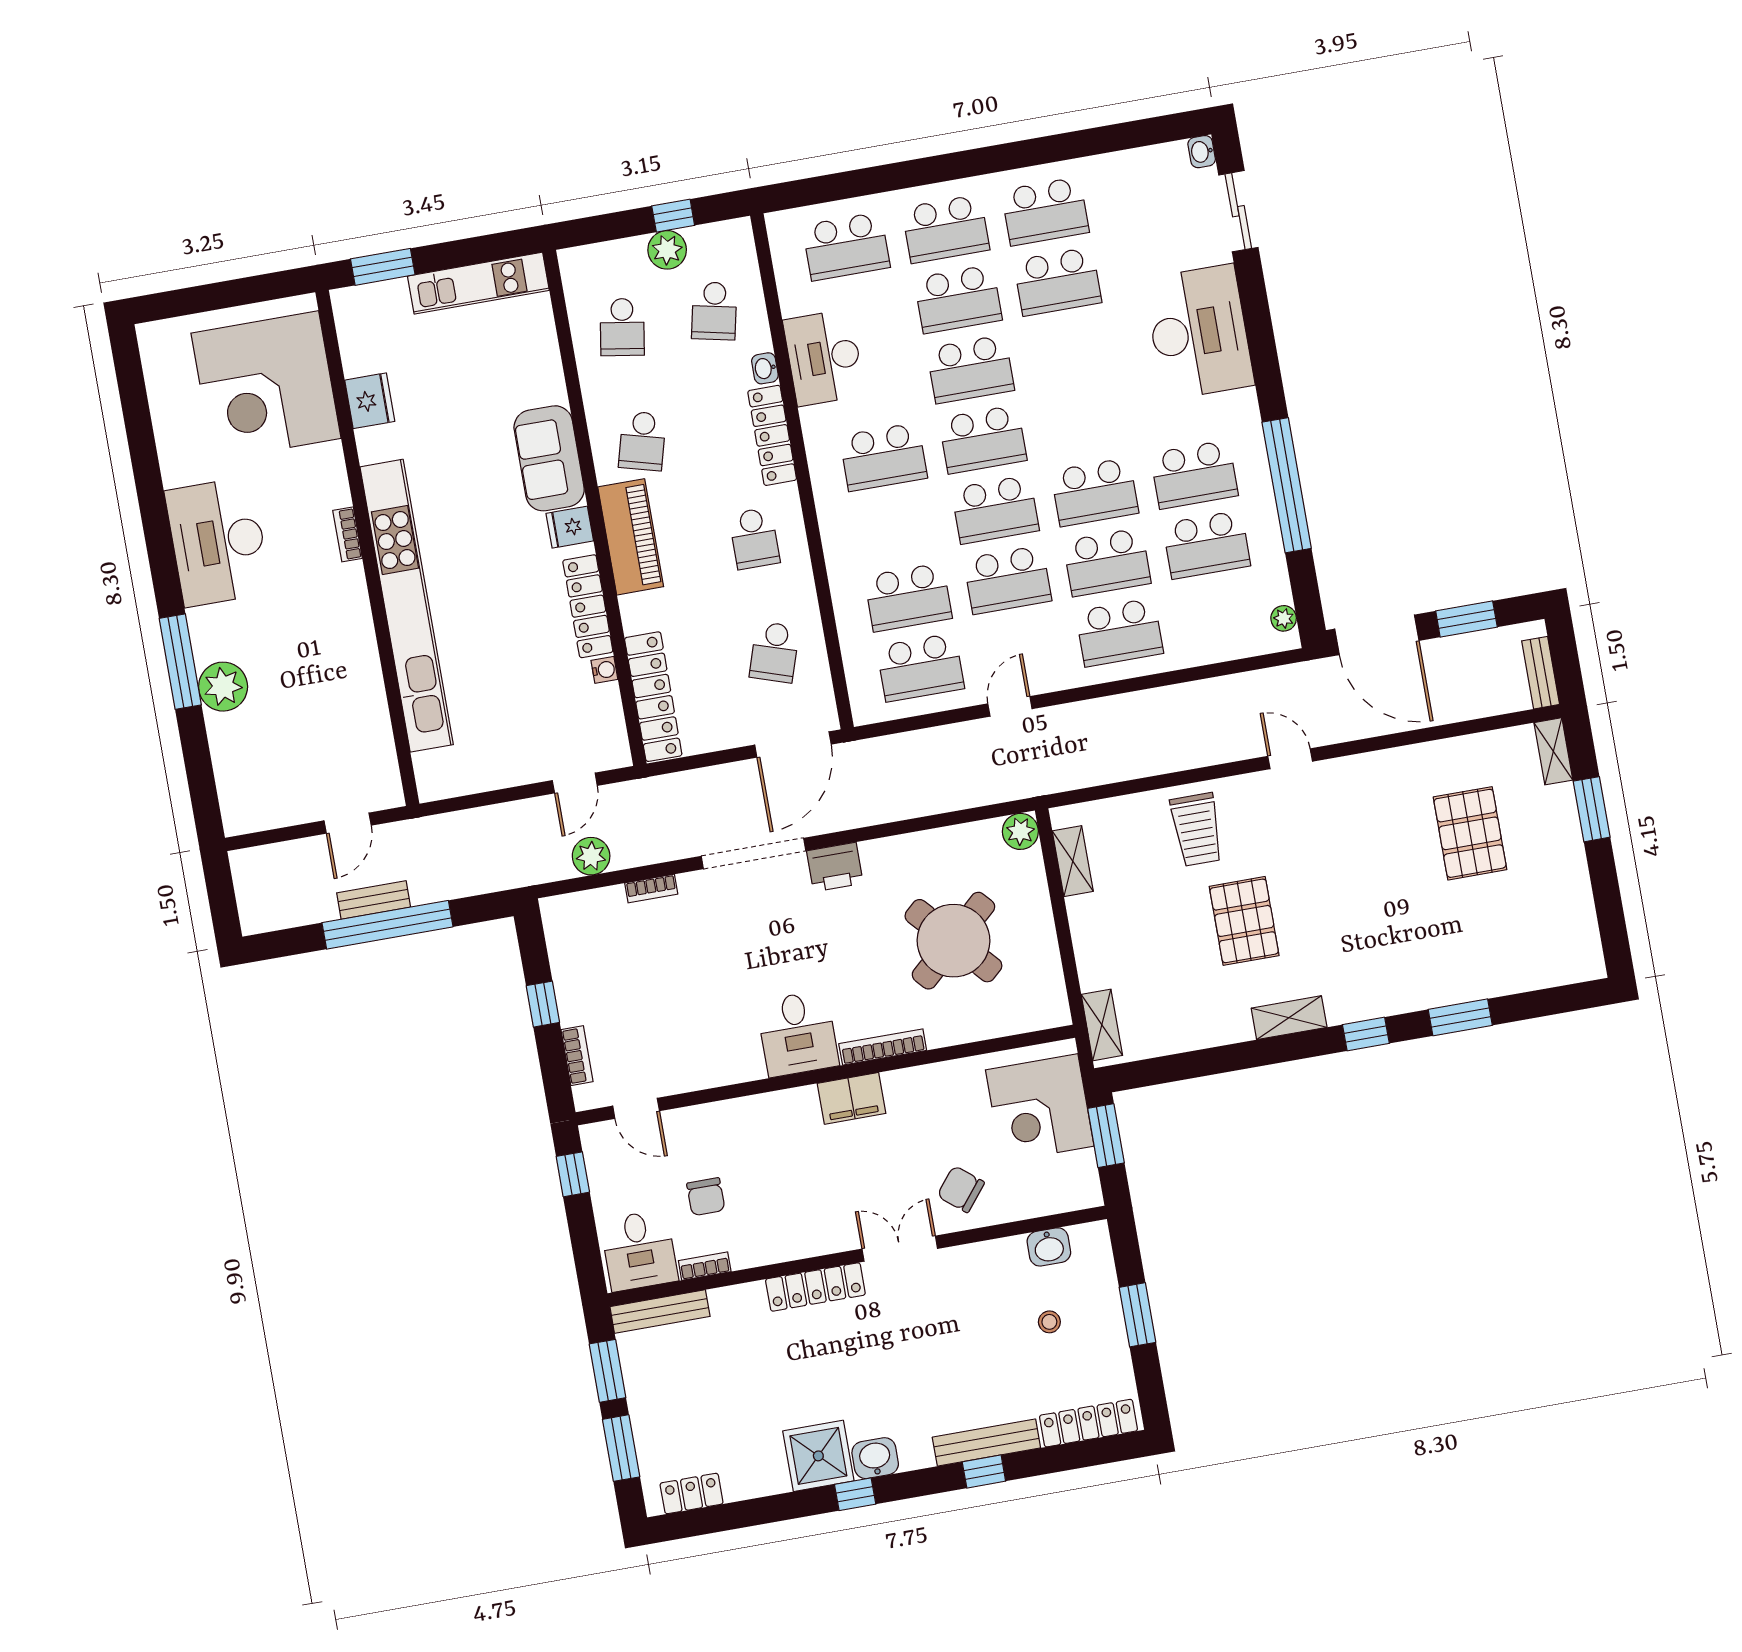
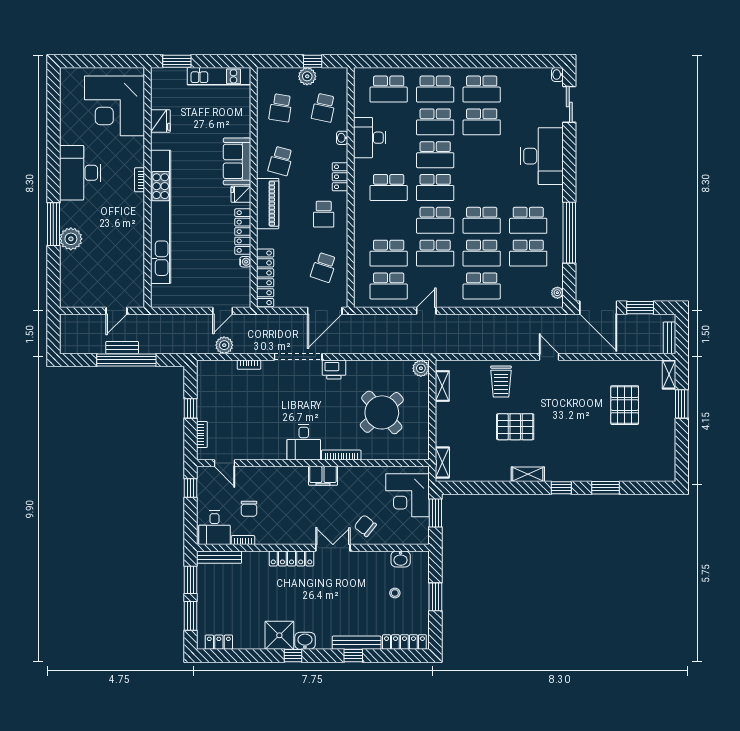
locker: (772, 435) -> (340, 177), width x0.66
pallet: (1244, 921) -> (515, 427), turned 90

